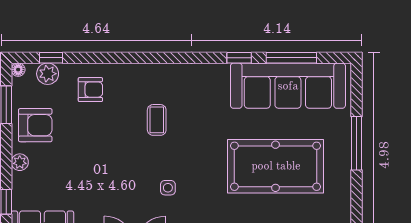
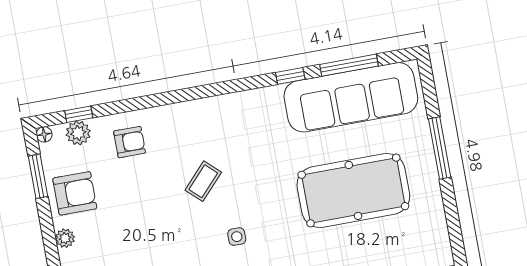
coffee table: (157, 120) -> (203, 181), moved, turned 43

